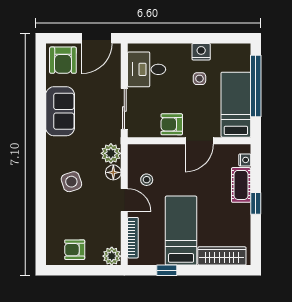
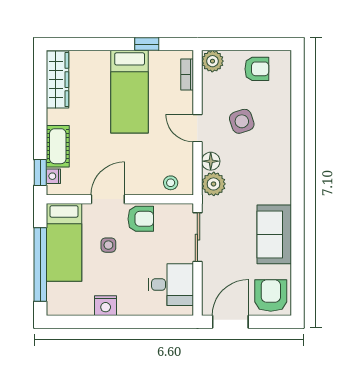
side table: (199, 79) -> (108, 245), moved
stool: (147, 180) -> (171, 183), moved
side table: (71, 182) -> (242, 121), moved
window: (256, 203) -> (40, 172), moved
bookcase: (133, 238) -> (187, 74), width x0.64
wardrobe: (222, 256) -> (58, 80), moved, turned -90

